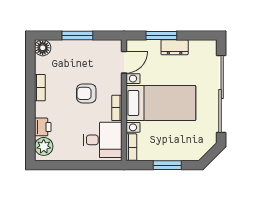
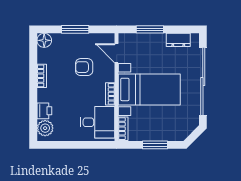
dresser: (175, 47) -> (178, 40), moved
door: (124, 62) -> (117, 53), swing flipped
armchair: (86, 93) -> (84, 67), moved

